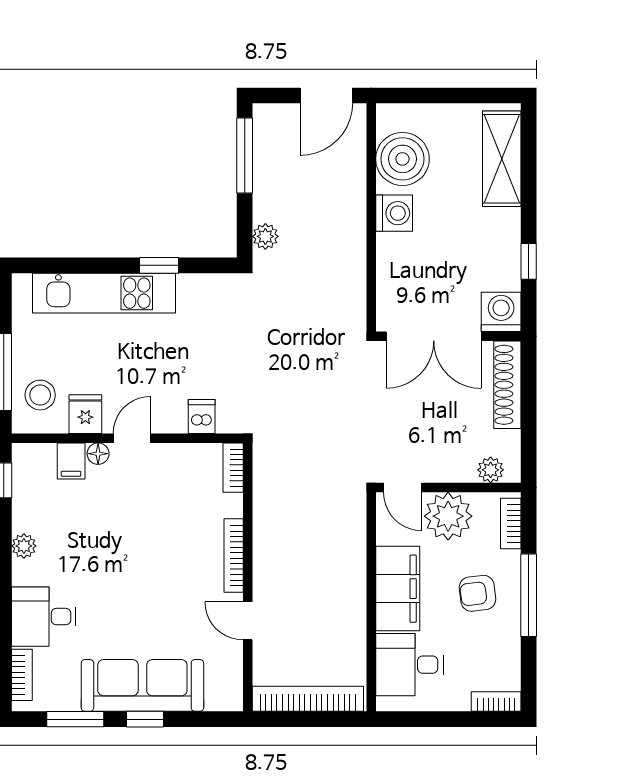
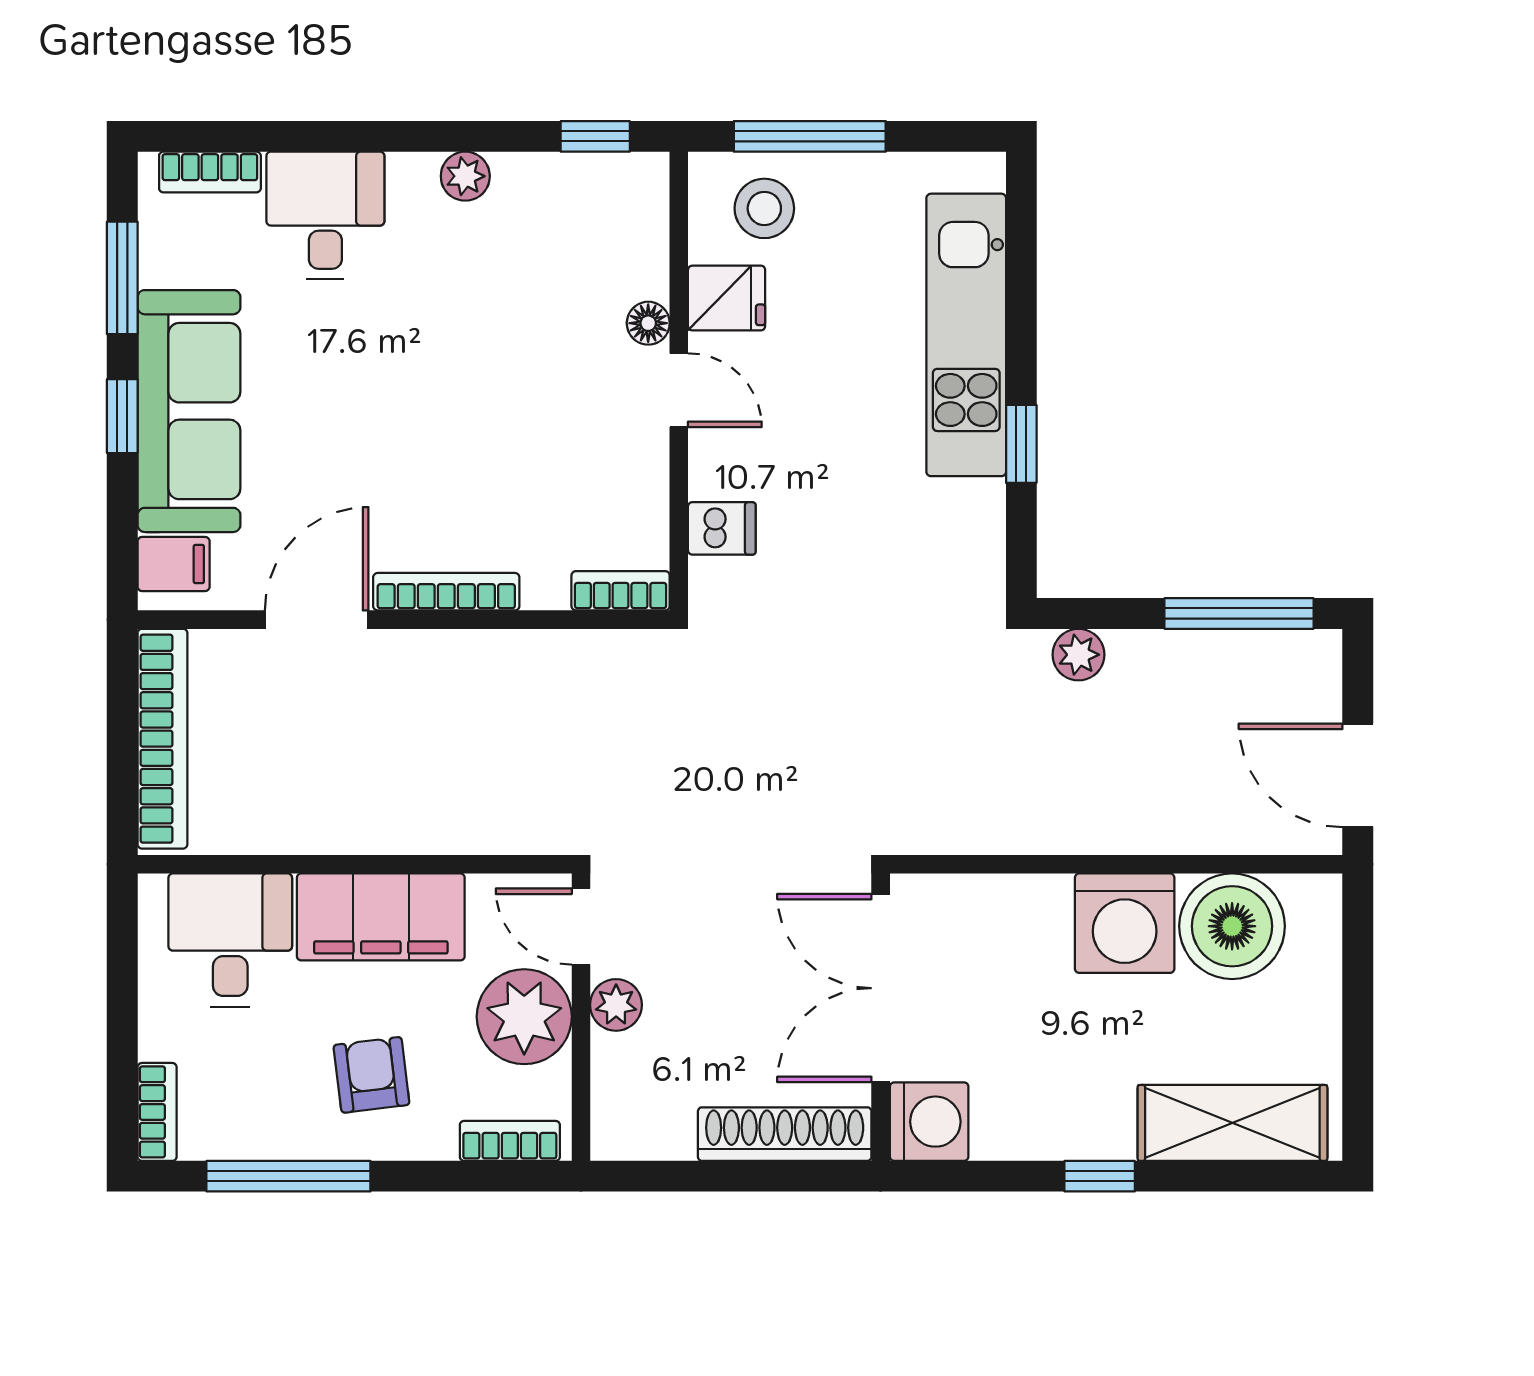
washing machine: (394, 213) -> (1125, 923), width x1.37, depth x1.37
window: (529, 261) -> (1100, 1176), moved
filing cabinet: (71, 461) -> (174, 564), moved, turned 180
plant: (491, 470) -> (616, 1005), moved
door: (403, 488) -> (581, 927), hinge flipped
window: (529, 595) -> (288, 1176), moved
door: (248, 621) -> (317, 620), width x1.38

